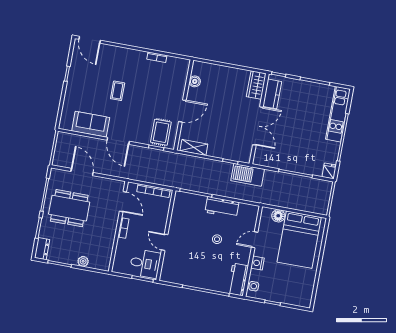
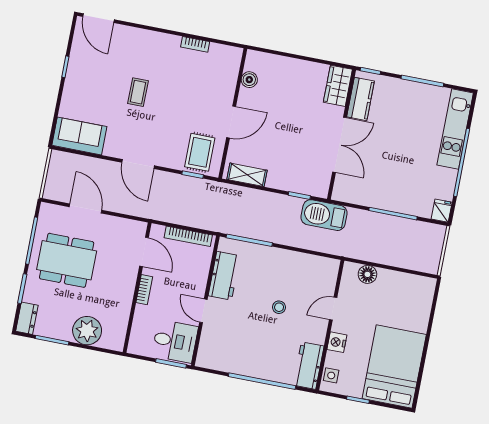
sofa: (91, 124) -> (79, 136), moved
workbench: (222, 207) -> (224, 276), moved, turned -90
bed: (299, 240) -> (394, 367), moved, turned 180
plant: (83, 261) -> (87, 331), width x1.88, depth x1.88

